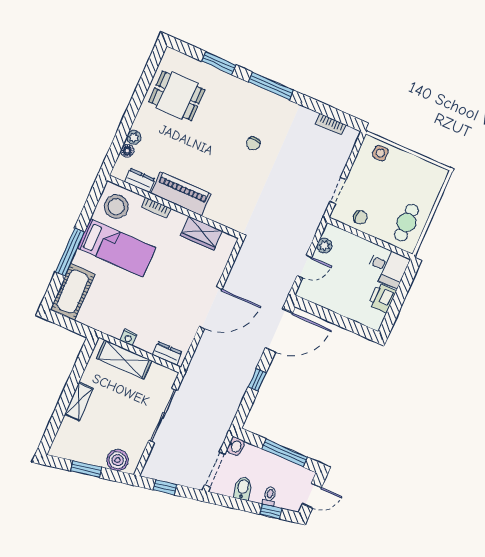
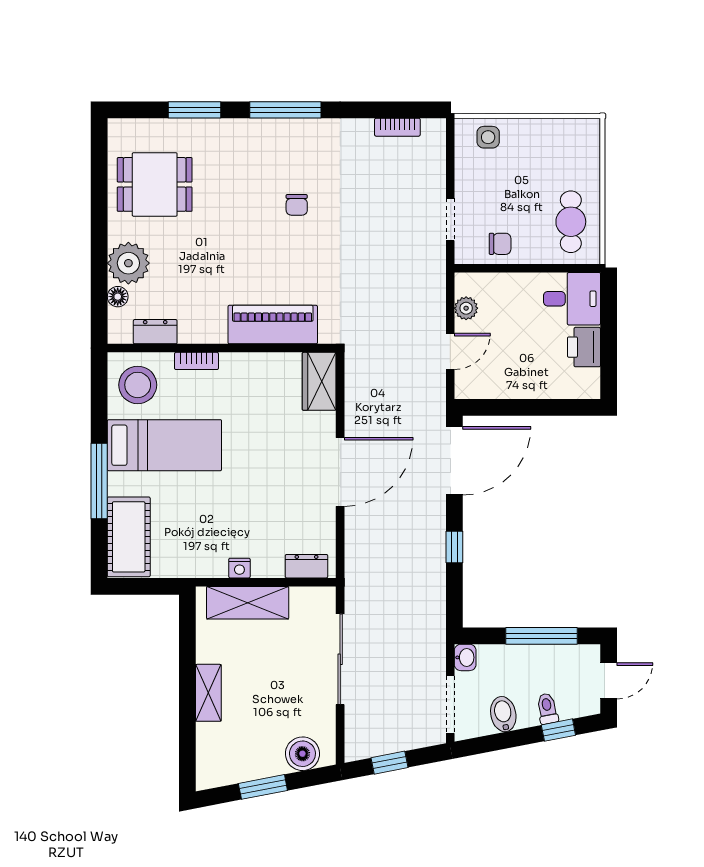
plant: (134, 137) -> (128, 263), width x1.87, depth x1.87
piano: (181, 194) -> (273, 325), moved
wardrobe: (201, 233) -> (319, 381), moved, turned 90

